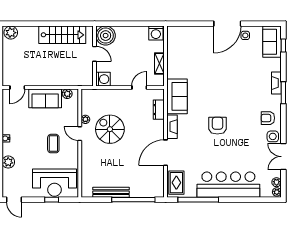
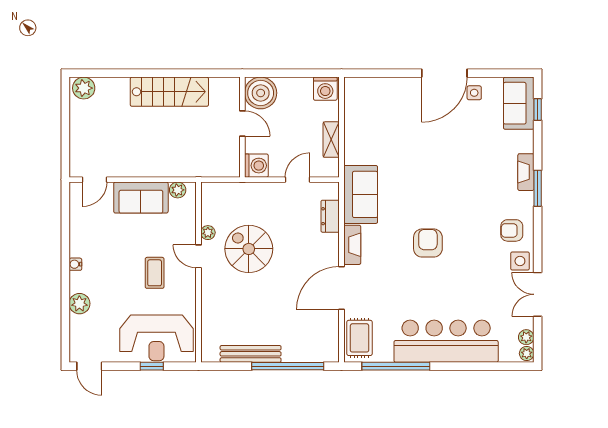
boiler: (106, 36) -> (261, 93), moved
door: (95, 54) -> (242, 124), moved
wall: (95, 56) -> (242, 127), moved
washing machine: (103, 79) -> (256, 166), moved

